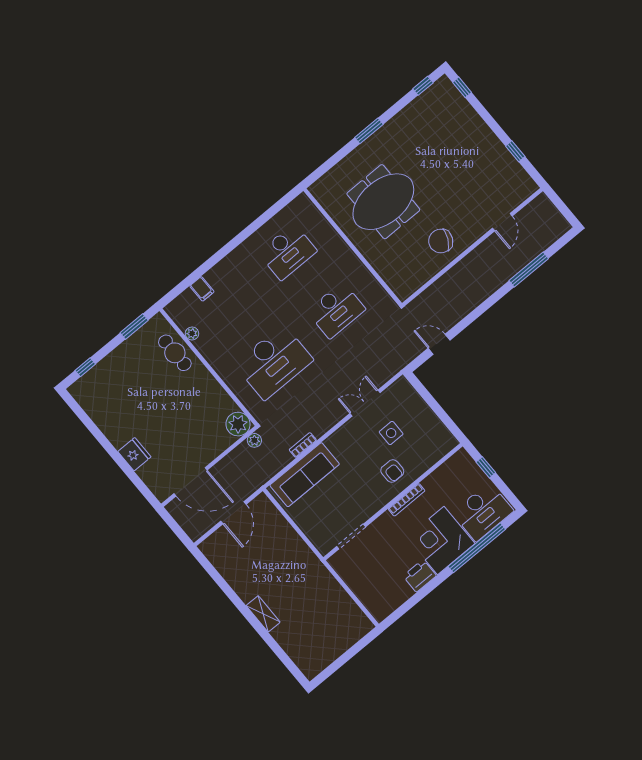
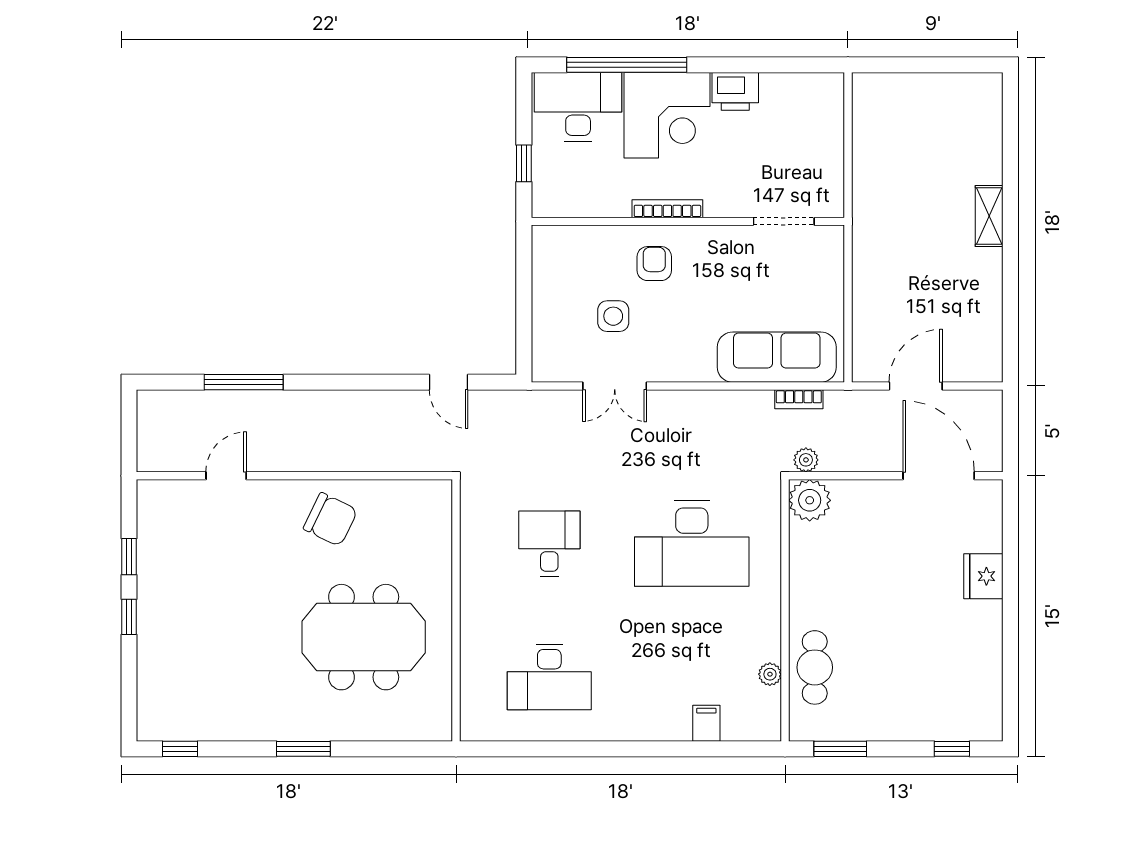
window: (462, 87) -> (129, 617), moved
desk: (288, 252) -> (549, 677), turned 180
desk: (336, 310) -> (549, 544), width x0.73
desk: (274, 362) -> (692, 544), turned 180
bookcase: (303, 445) -> (799, 399), moved

